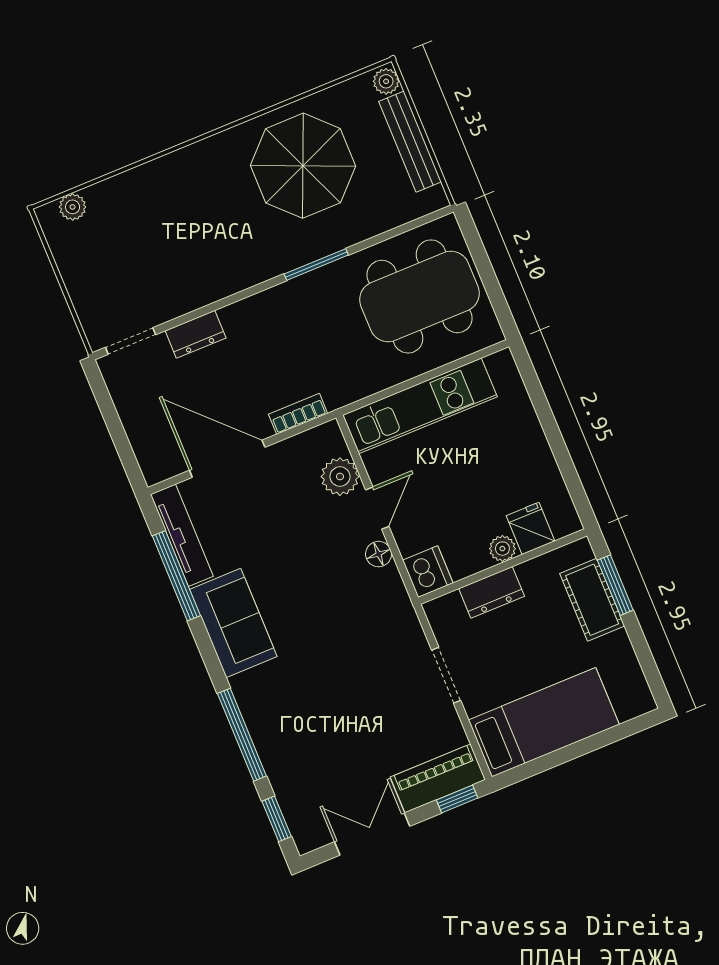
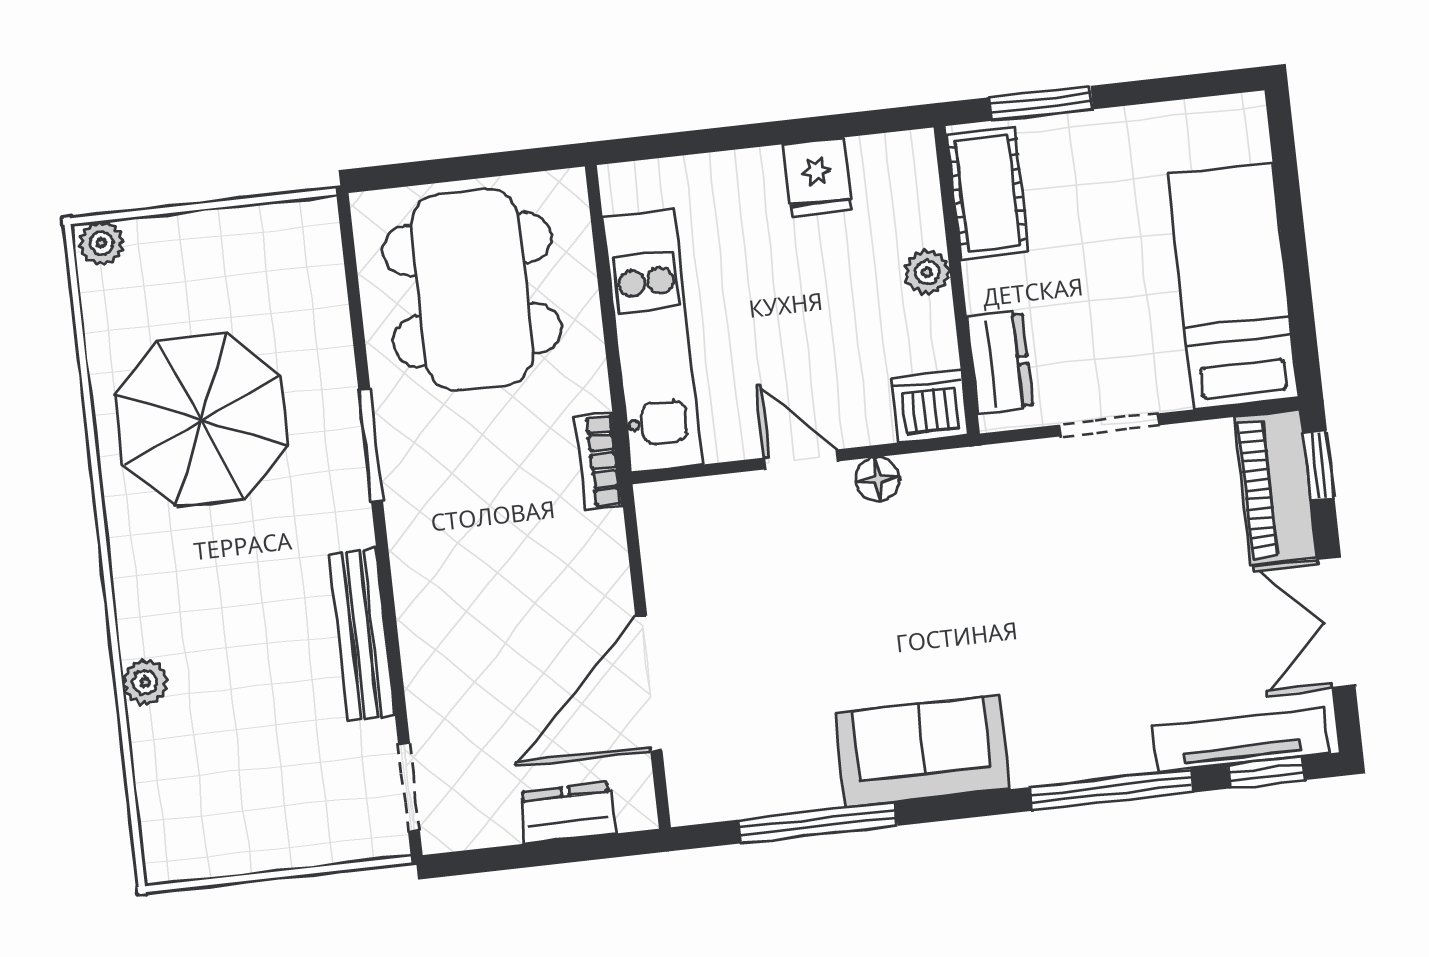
bench: (410, 142) -> (362, 635), moved, turned 90
plant: (73, 207) -> (145, 682), moved
dresser: (196, 334) -> (567, 813), moved, turned -90
bookcase: (298, 414) -> (599, 461), moved
plant: (340, 477) -> (731, 506), removed
fridge: (531, 528) -> (817, 177), moved, turned -90
tv unit: (182, 535) -> (1241, 740), moved
dresser: (492, 592) -> (1000, 363), moved
cot: (592, 600) -> (988, 193), moved, turned 90

